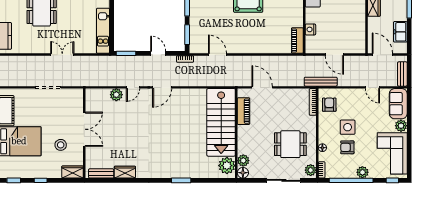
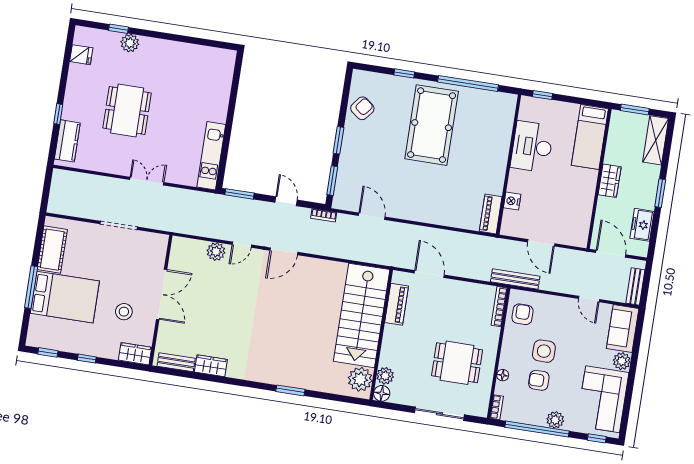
plant: (311, 170) -> (480, 405), removed

